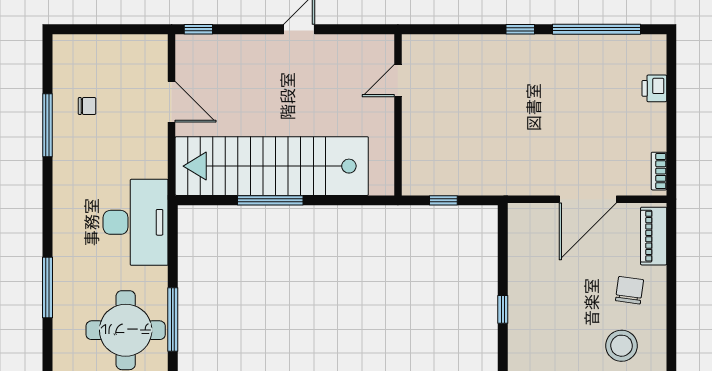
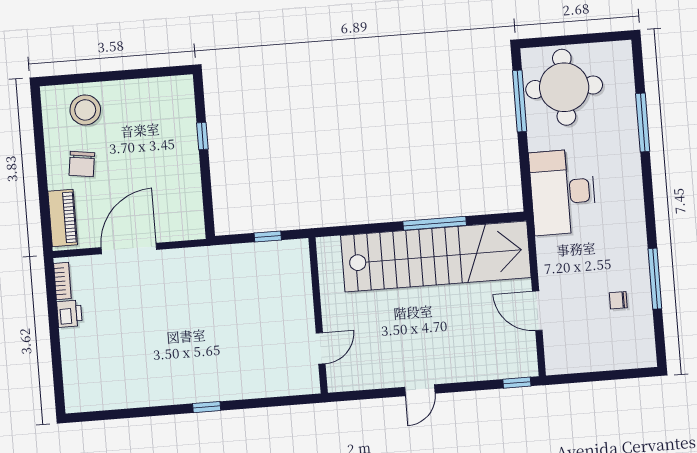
window: (597, 29) -> (133, 413), removed
printer: (654, 88) -> (69, 314), moved

